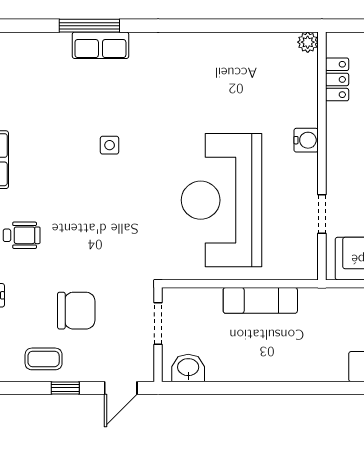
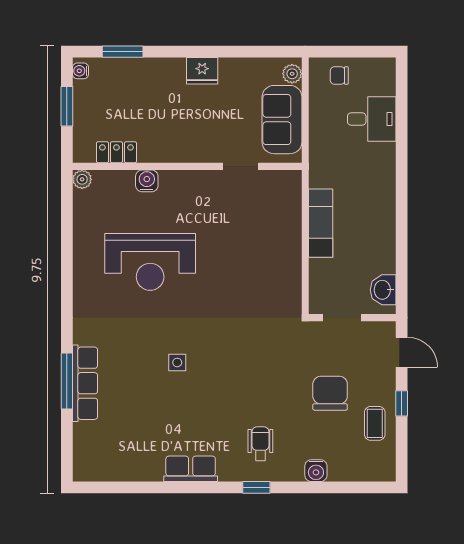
row of seats: (100, 45) -> (85, 383), width x1.48
water cooler: (306, 140) -> (147, 181), moved
reception desk: (221, 200) -> (150, 262), moved, width x0.74, depth x0.77

